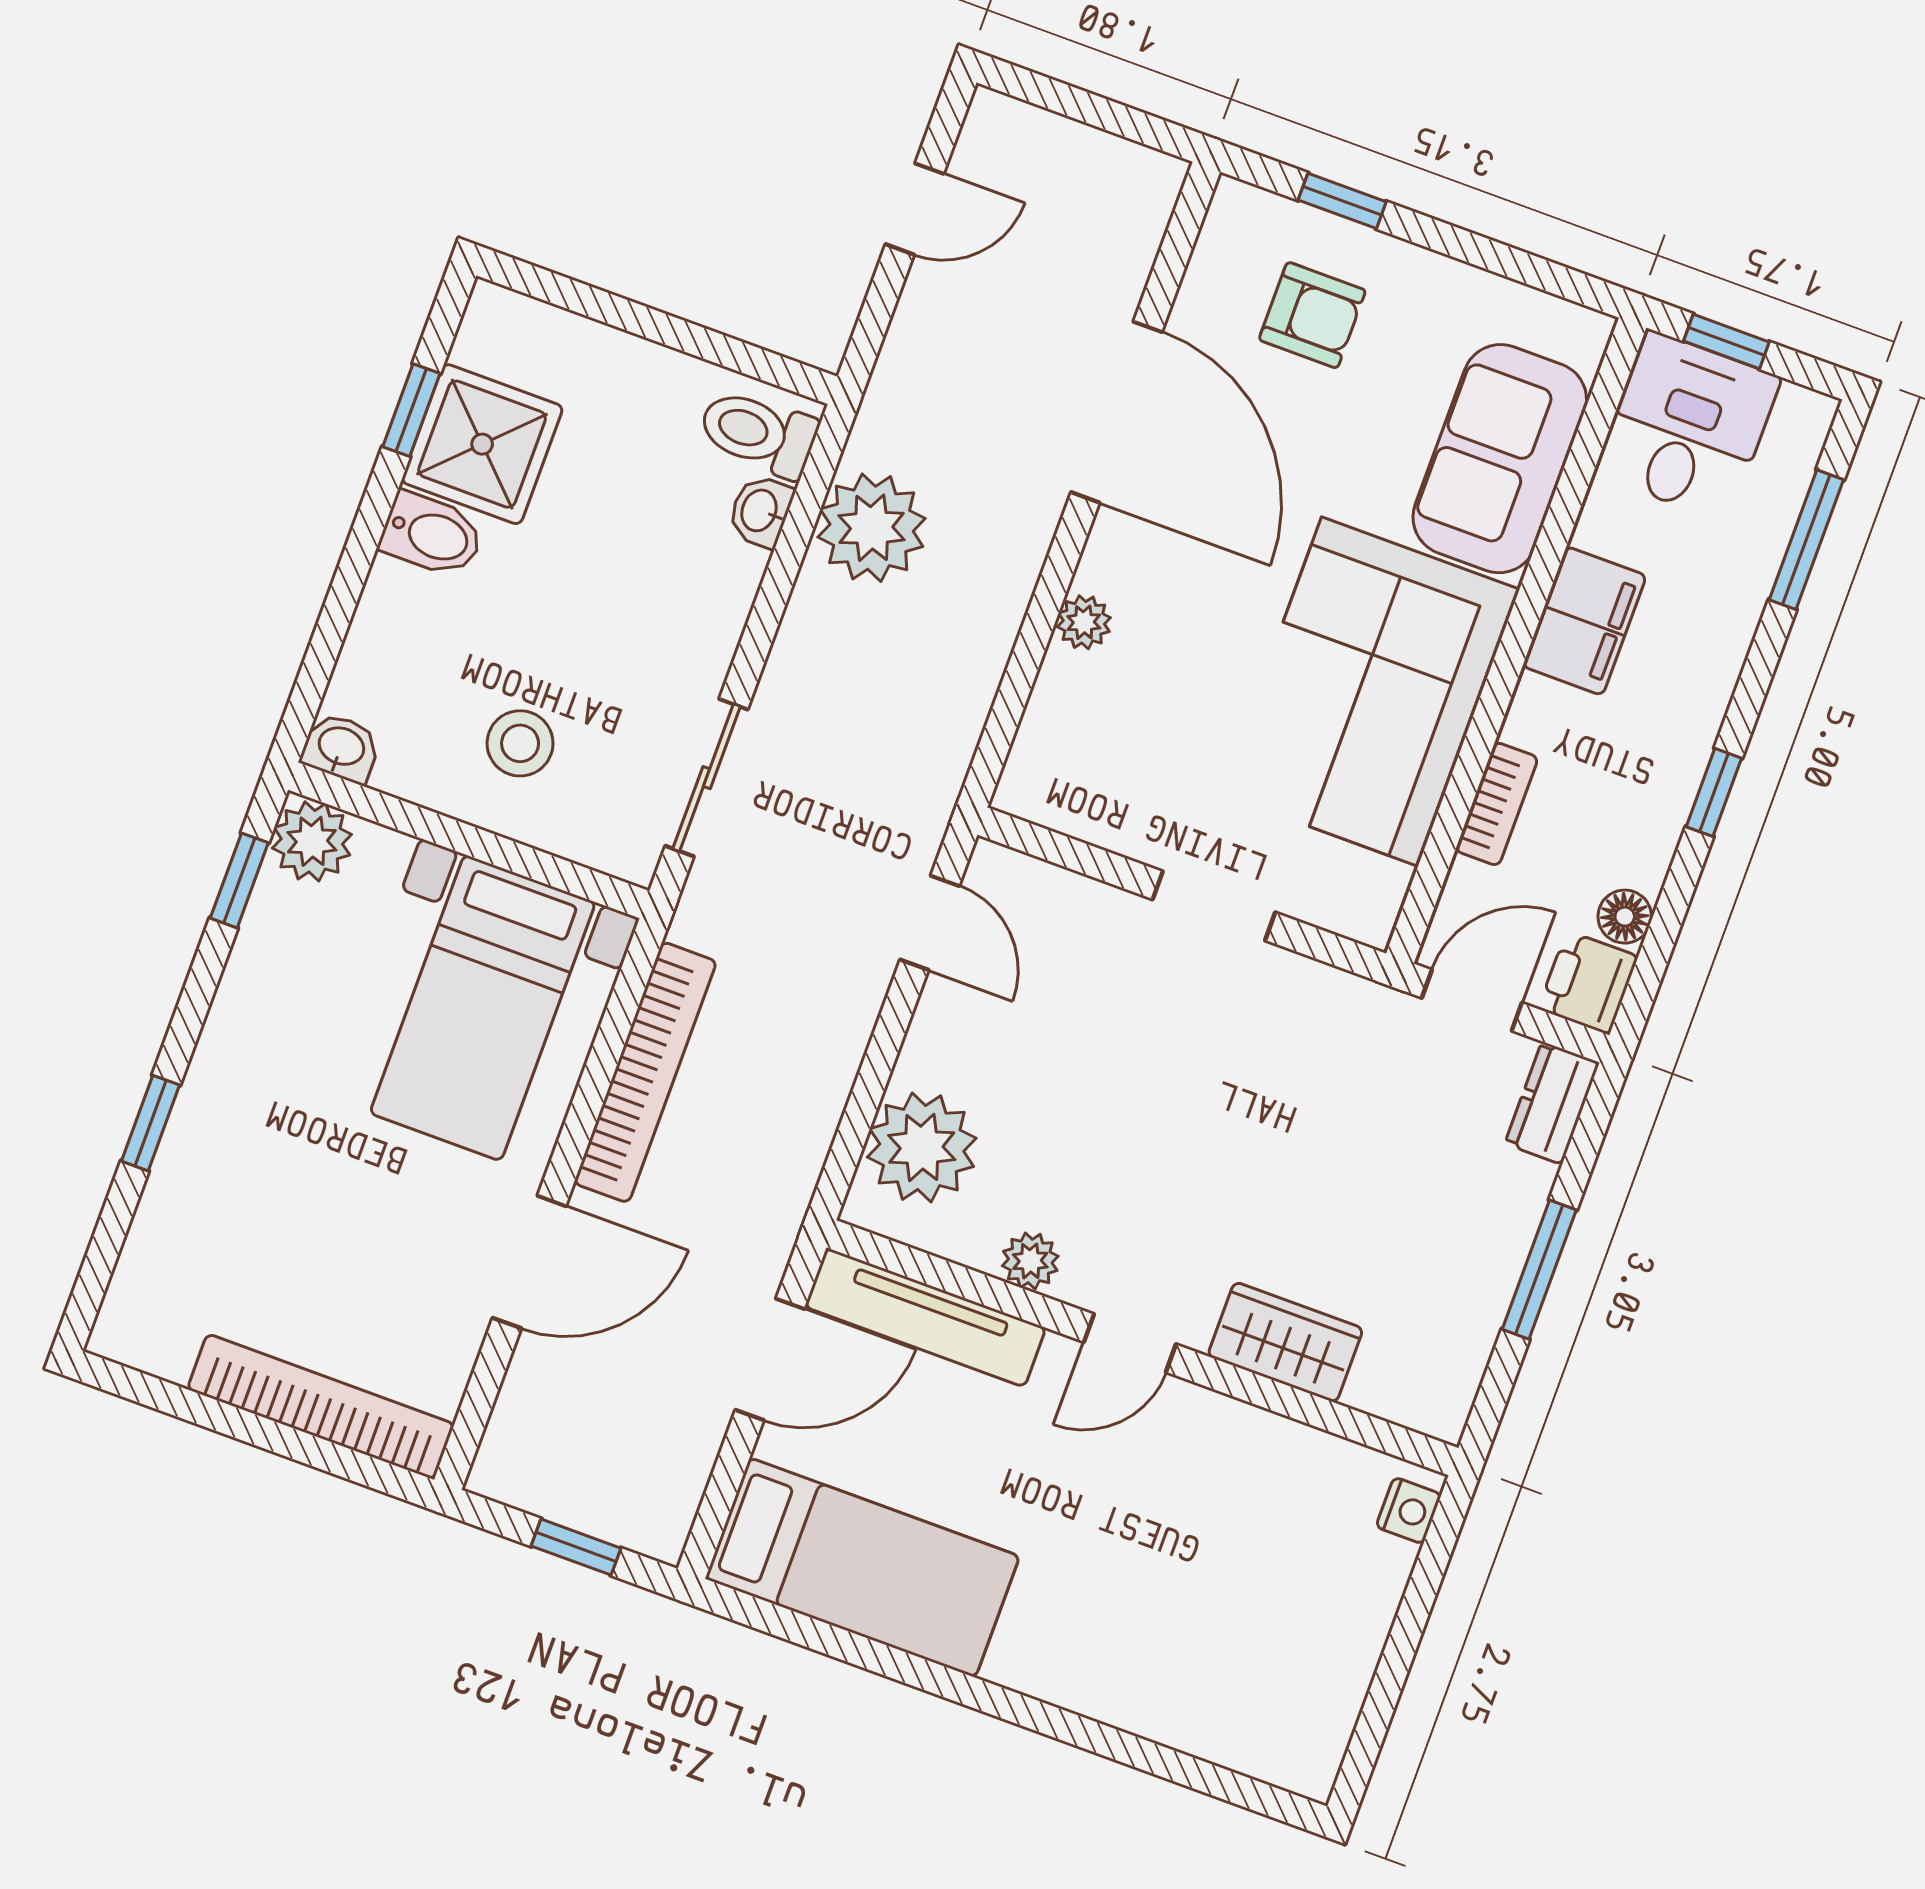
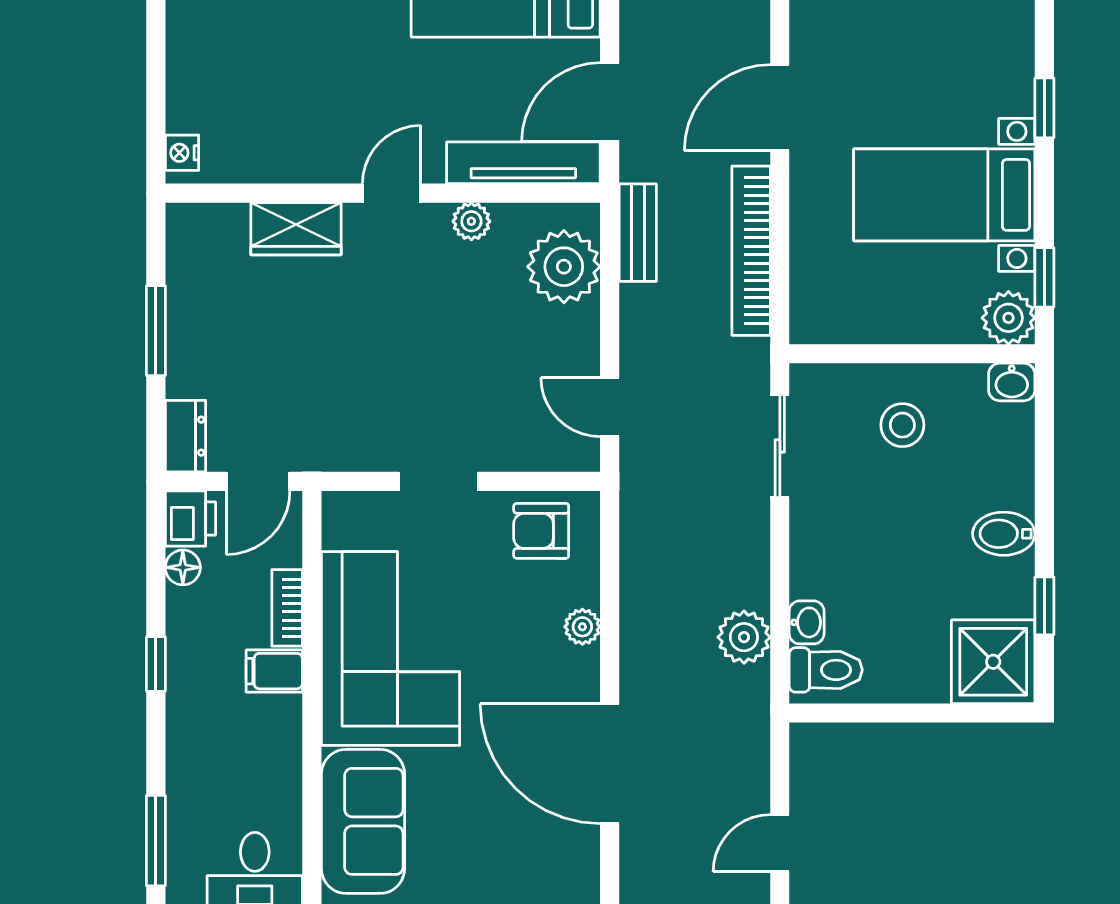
armchair: (1312, 315) -> (541, 531), moved
shower: (482, 444) -> (993, 662), moved
plant: (872, 528) -> (744, 637), width x0.73, depth x0.73
filing cabinet: (1584, 621) -> (274, 671), moved, width x0.50
bed with nightstands: (483, 1008) -> (944, 195), moved, turned -90
bench: (798, 1158) -> (638, 233), added

